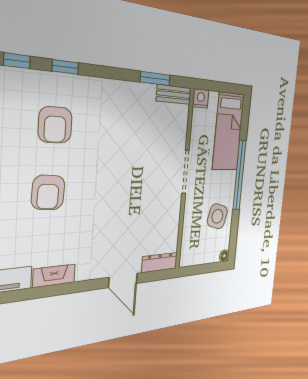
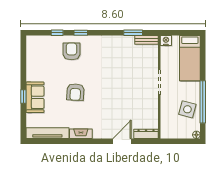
armchair: (55, 125) -> (72, 51), moved, turned 180
window: (239, 175) -> (203, 102), moved
door: (123, 280) -> (122, 141), swing flipped

